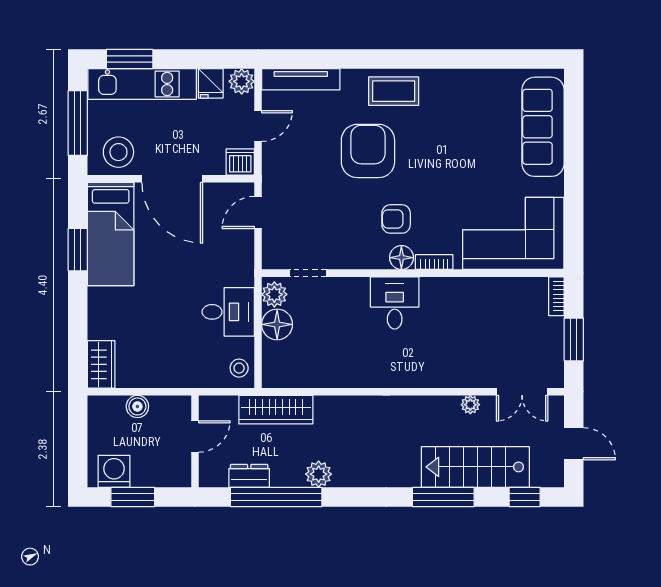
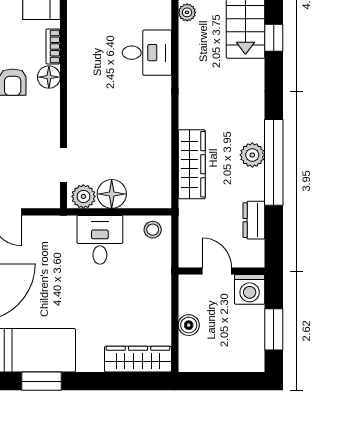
desk: (395, 303) -> (147, 53), moved, turned 180
wardrobe: (101, 364) -> (138, 359), width x1.50
wardrobe: (276, 410) -> (192, 164), moved
washing machine: (114, 471) -> (250, 289), moved, turned -90
window: (276, 497) -> (274, 162), moved
window: (443, 497) -> (274, 38), width x0.46

